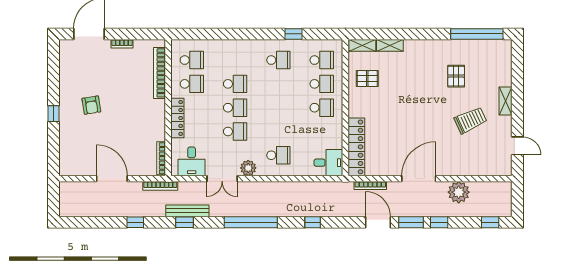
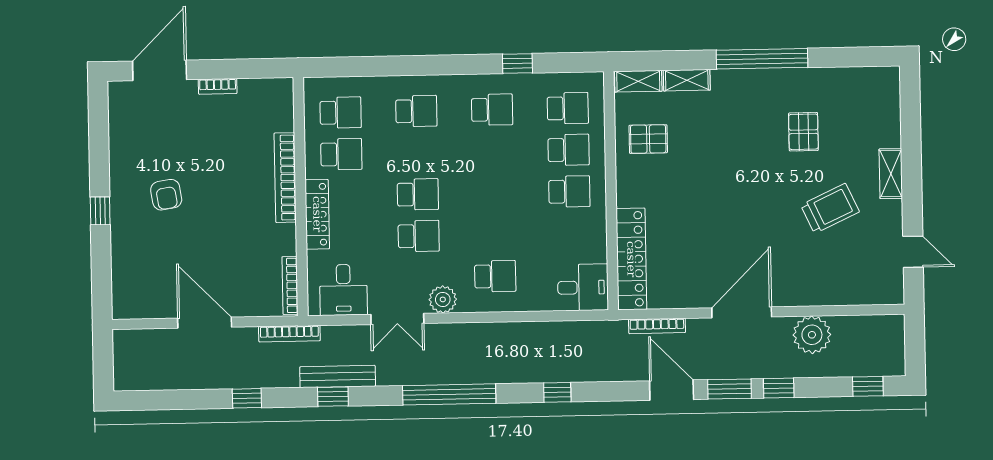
window: (477, 34) -> (762, 59), moved
bookcase: (160, 73) -> (285, 178), moved
school desk: (235, 84) -> (416, 111), moved

